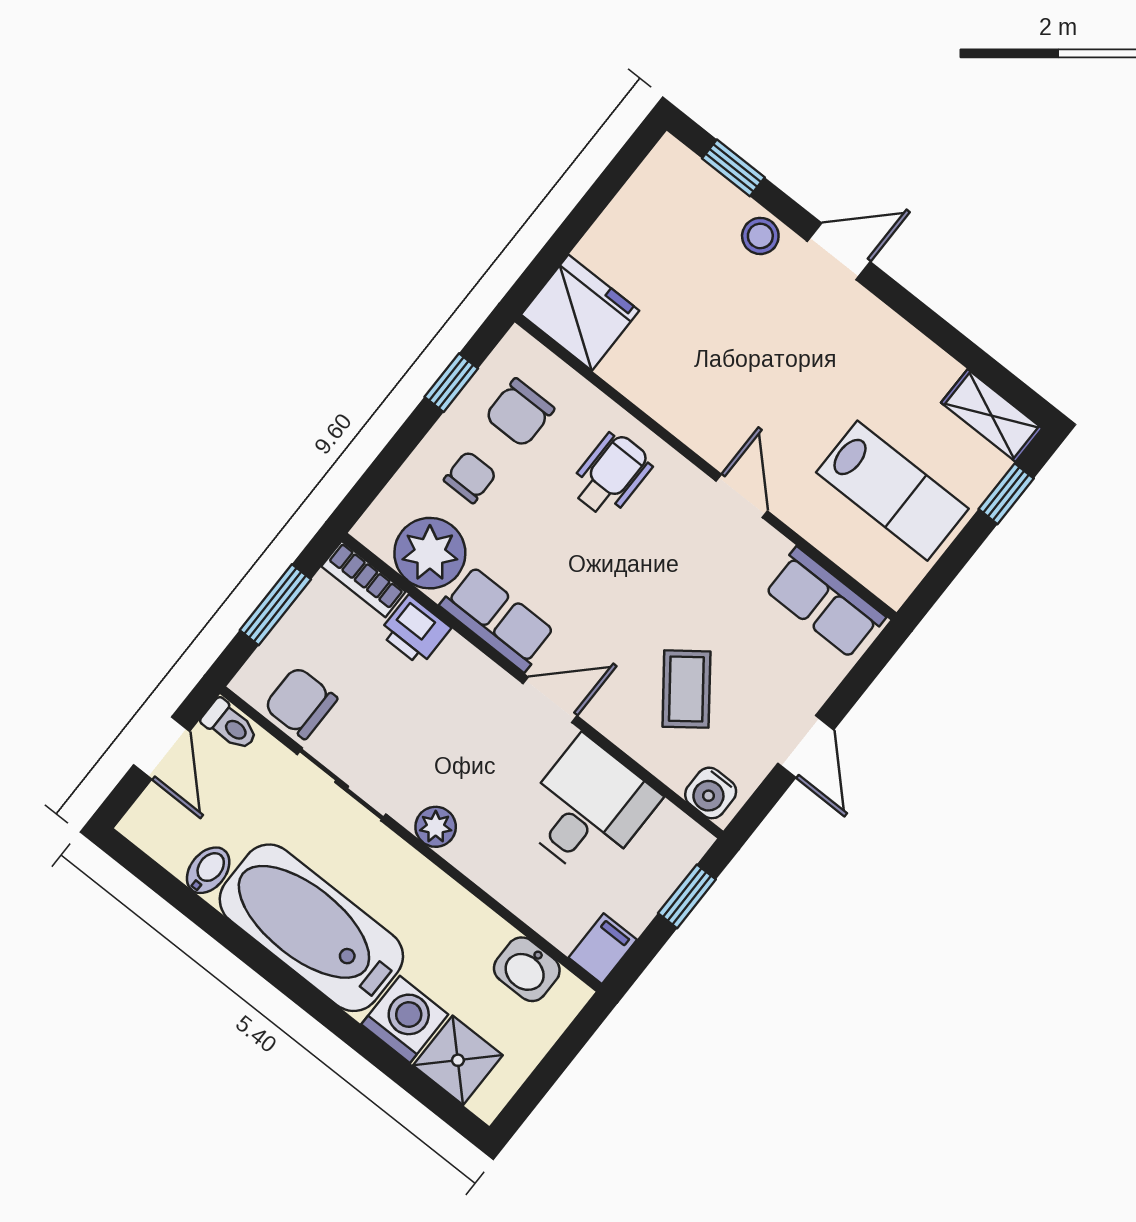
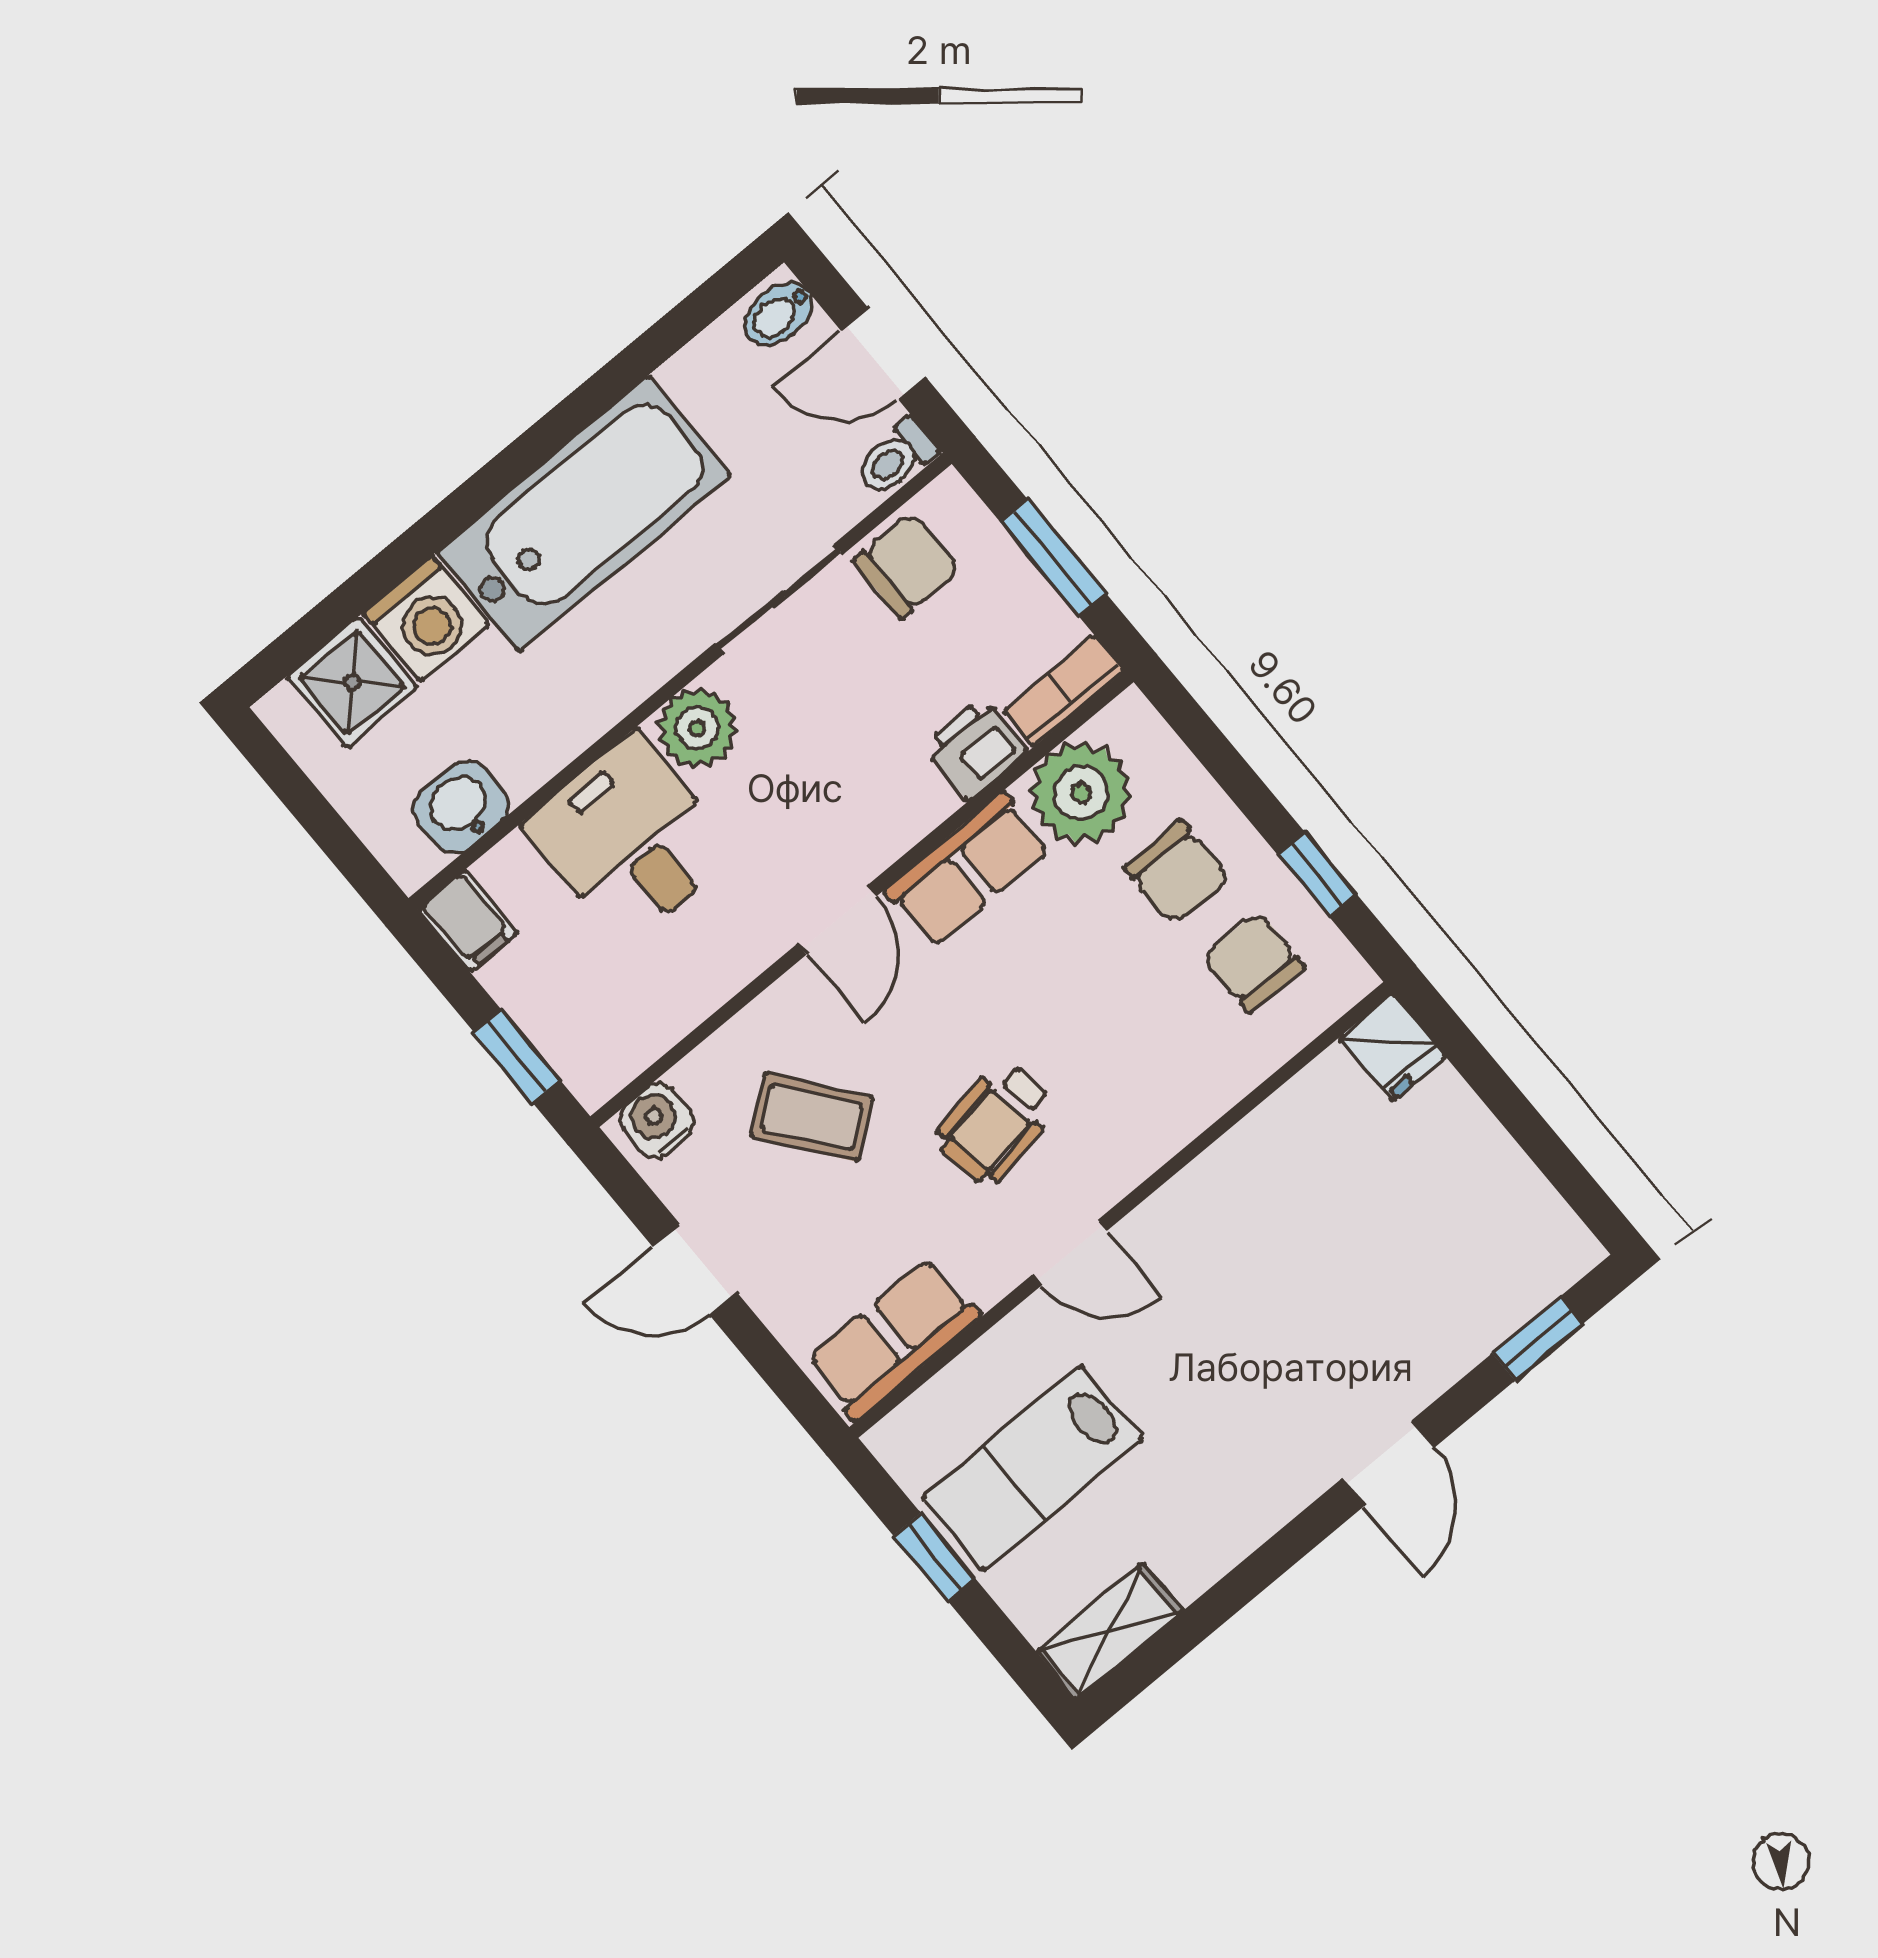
stool: (760, 236) -> (1433, 1356), removed
fridge: (580, 313) -> (1392, 1047), width x0.53, depth x0.75
wheelchair: (611, 475) -> (996, 1123), moved, turned 80
chair: (470, 477) -> (1177, 873), width x1.37, depth x1.37
window: (1006, 494) -> (934, 1557), moved
desk: (588, 808) -> (631, 839), moved, turned 180
plant: (436, 827) -> (697, 728), width x1.38, depth x1.38
bidet: (208, 870) -> (778, 314), moved, turned 90

